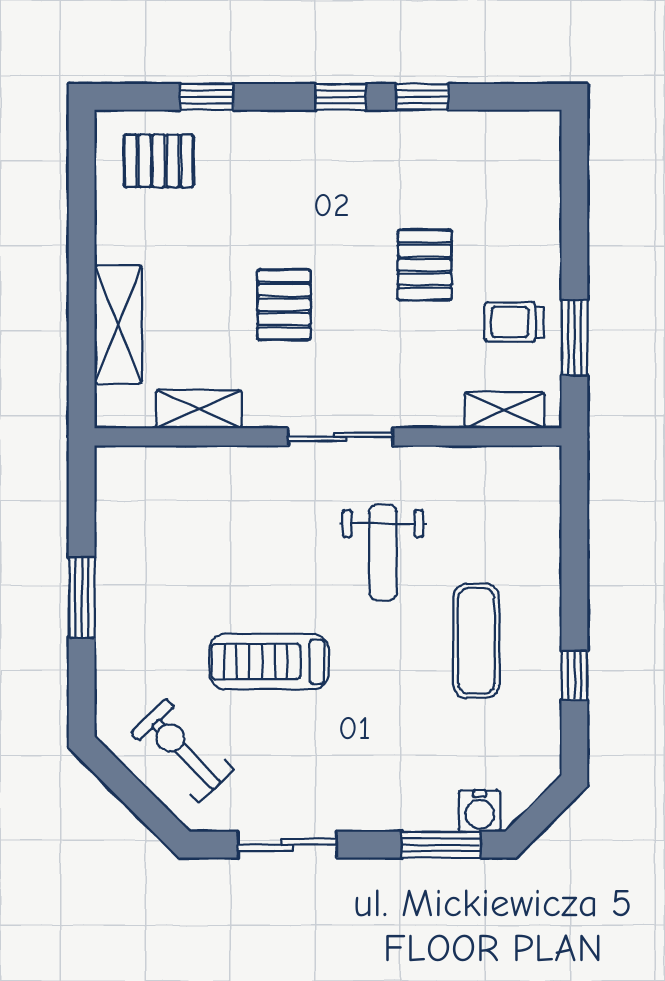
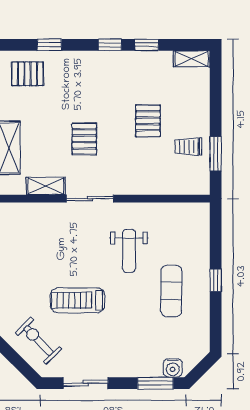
shelving: (505, 410) -> (192, 59), moved
sliding door: (340, 437) -> (90, 199), moved
window: (574, 675) -> (216, 280), moved

